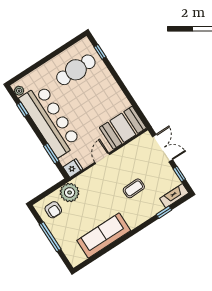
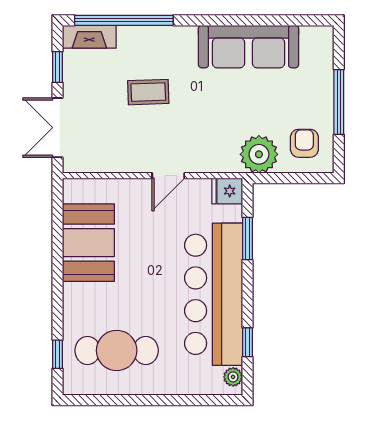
booth: (123, 128) -> (88, 243), moved, turned 90
window: (164, 212) -> (124, 20), width x3.17

